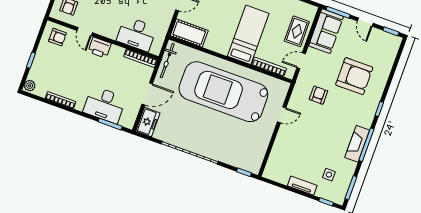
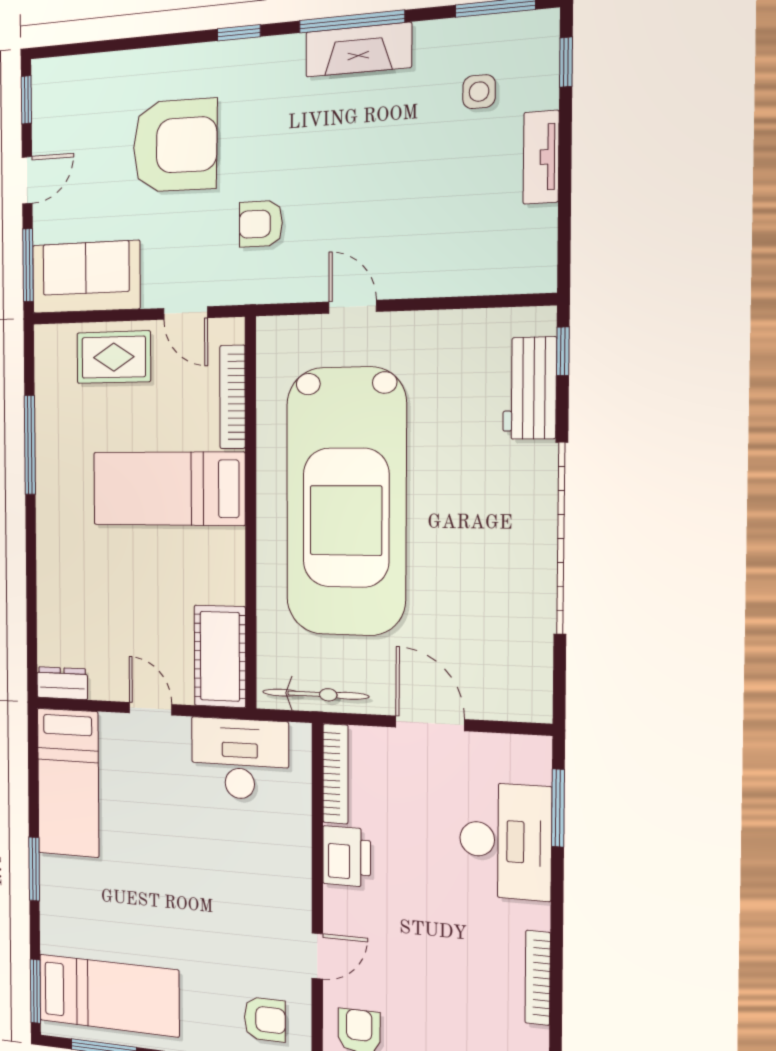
desk: (137, 34) -> (240, 759), moved, turned -90
printer: (100, 48) -> (347, 856), moved
armchair: (354, 76) -> (175, 145), turned 91
freezer: (148, 122) -> (512, 695), removed
workbench: (237, 159) -> (530, 388), added

